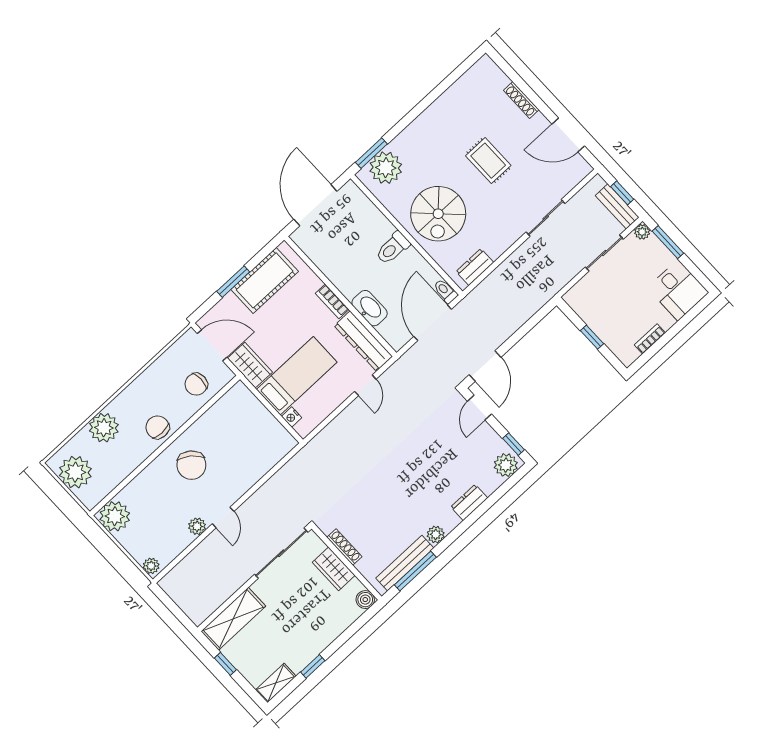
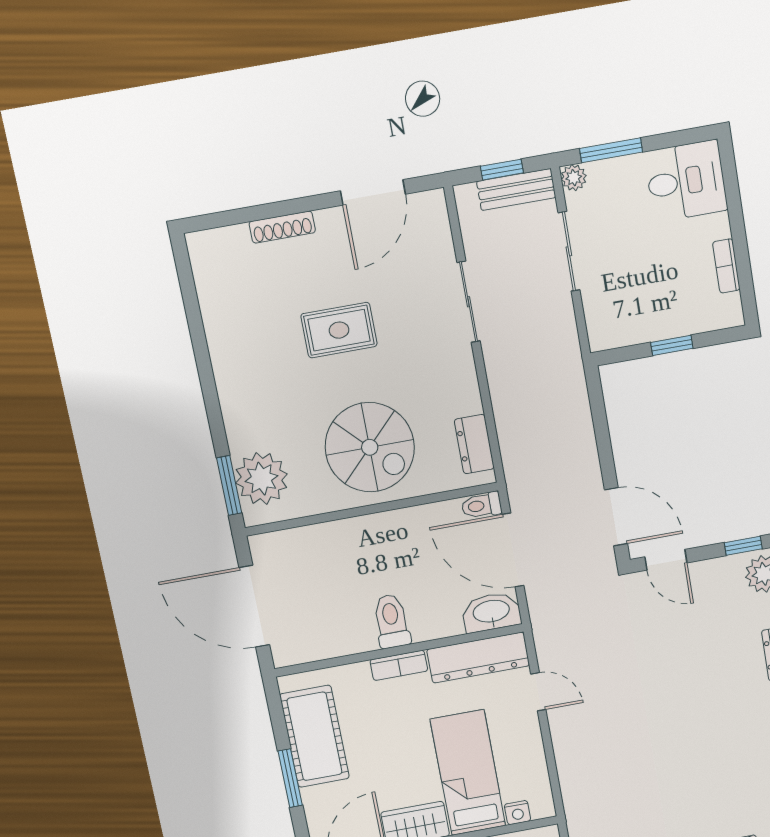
toilet: (393, 248) -> (392, 621), moved, turned 180
washbasin: (370, 308) -> (491, 612), moved

